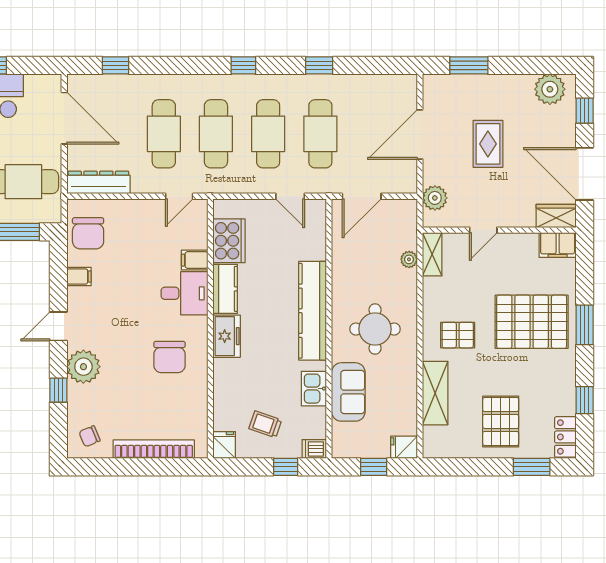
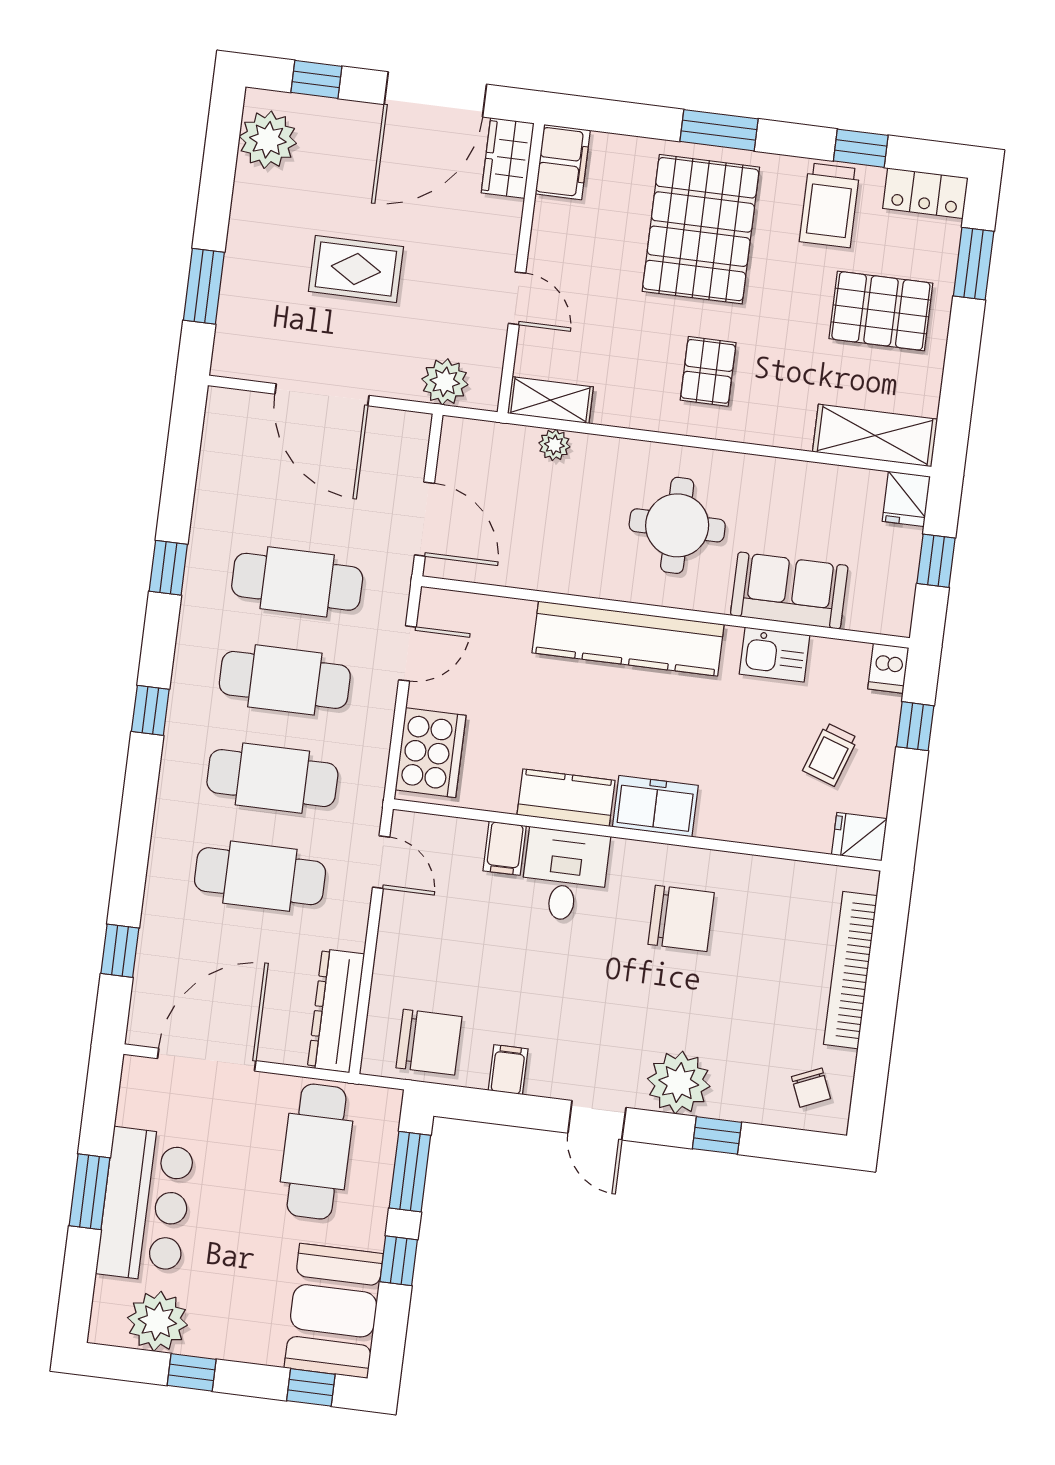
cooker: (229, 241) -> (431, 753), moved, turned 90
trolley: (553, 388) -> (830, 205), added
shelving: (435, 393) -> (875, 436), moved

